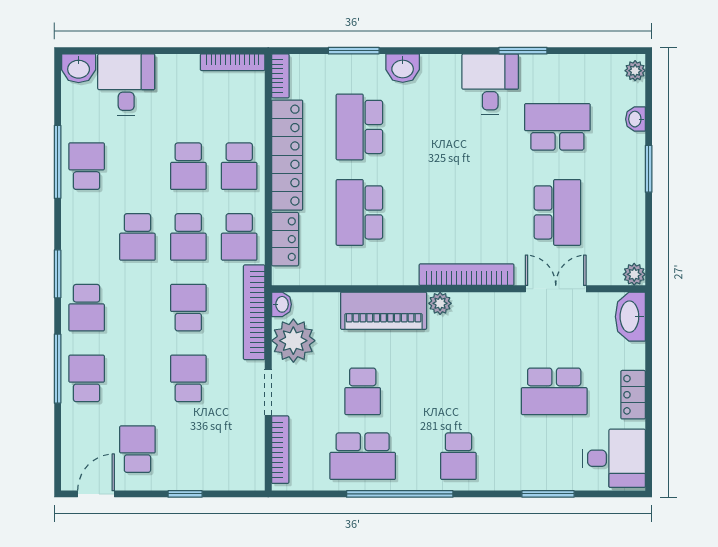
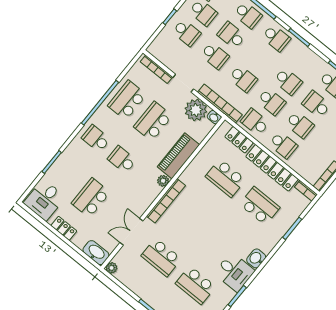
washbasin: (403, 68) -> (256, 258), moved
school desk: (557, 127) -> (195, 285), turned 90
school desk: (137, 166) -> (316, 104), added
school desk: (188, 166) -> (300, 125), turned 180
school desk: (239, 166) -> (283, 145), turned 180
school desk: (359, 212) -> (226, 178), turned 180
school desk: (137, 237) -> (288, 81), turned 180
school desk: (188, 237) -> (271, 102), turned 180
double door: (556, 289) -> (131, 232), swing flipped
school desk: (87, 308) -> (276, 38), turned 180
school desk: (137, 378) -> (231, 35), added
school desk: (363, 391) -> (153, 121), width x1.85
school desk: (458, 391) -> (122, 160), added
school desk: (188, 449) -> (187, 33), added

